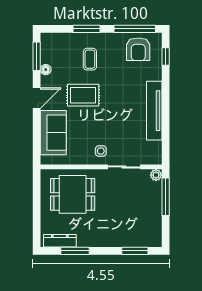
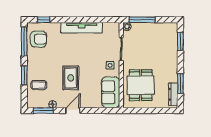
coffee table: (90, 59) -> (39, 85), moved
door: (37, 98) -> (73, 111), hinge flipped
sofa: (53, 133) -> (111, 92), moved, turned -90

